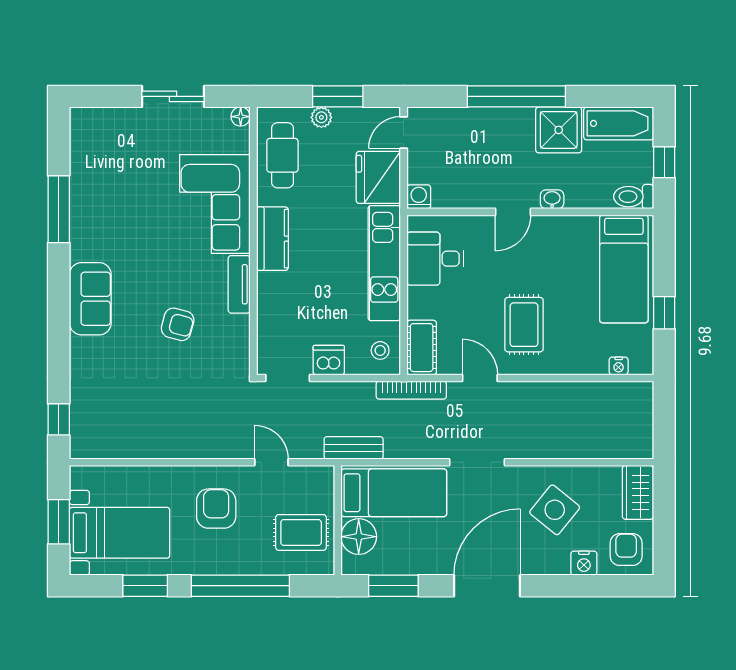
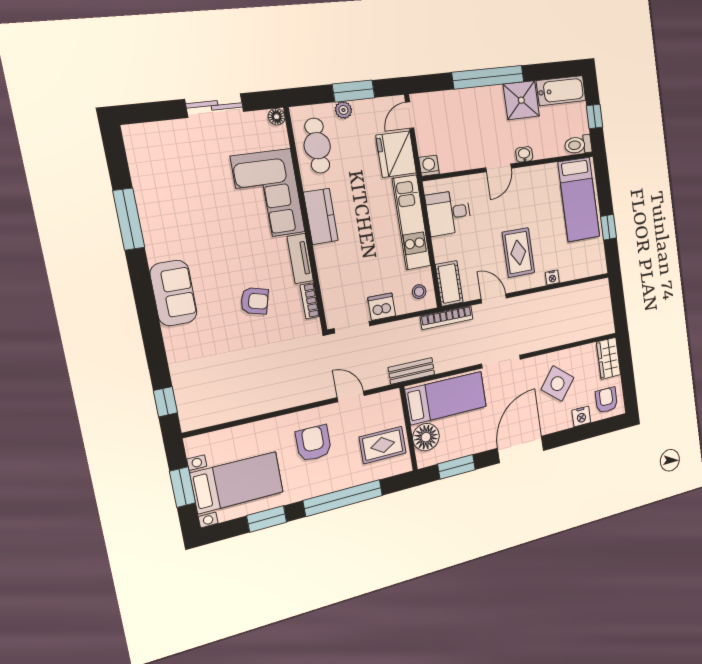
bookcase: (242, 336) -> (310, 301), added
nightstand: (619, 366) -> (552, 277), moved

